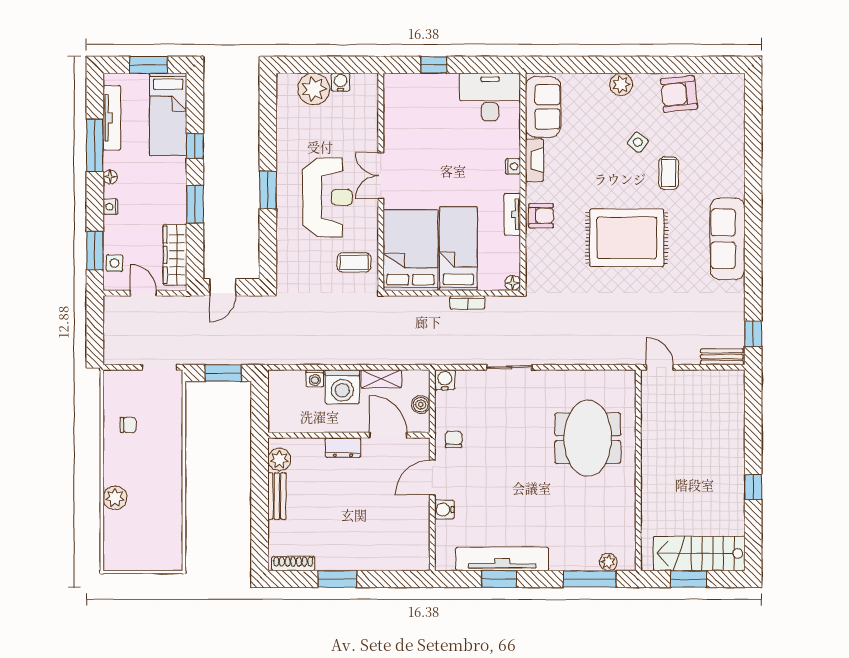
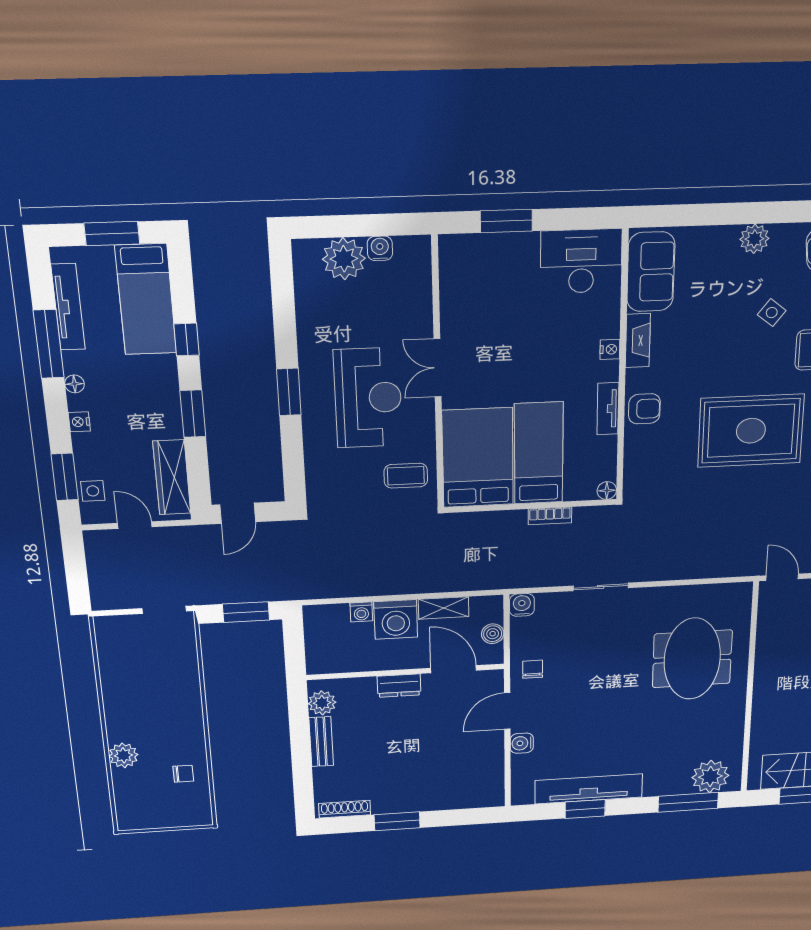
window: (434, 65) -> (506, 221), width x1.50
chair: (128, 425) -> (183, 774), moved
plant: (608, 562) -> (710, 777), width x1.88, depth x1.88

